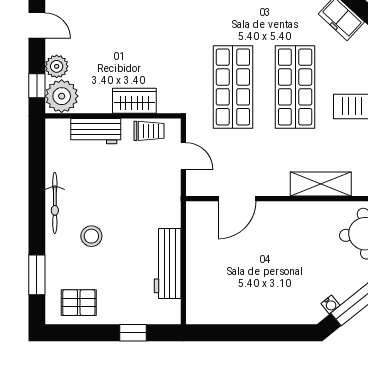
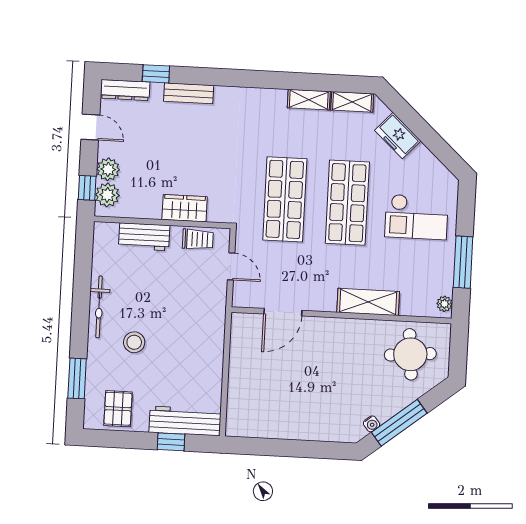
plant: (62, 96) -> (107, 195), width x0.73, depth x0.73
workbench: (168, 264) -> (185, 421), moved, turned 90
pallet: (79, 303) -> (118, 409), turned 90

